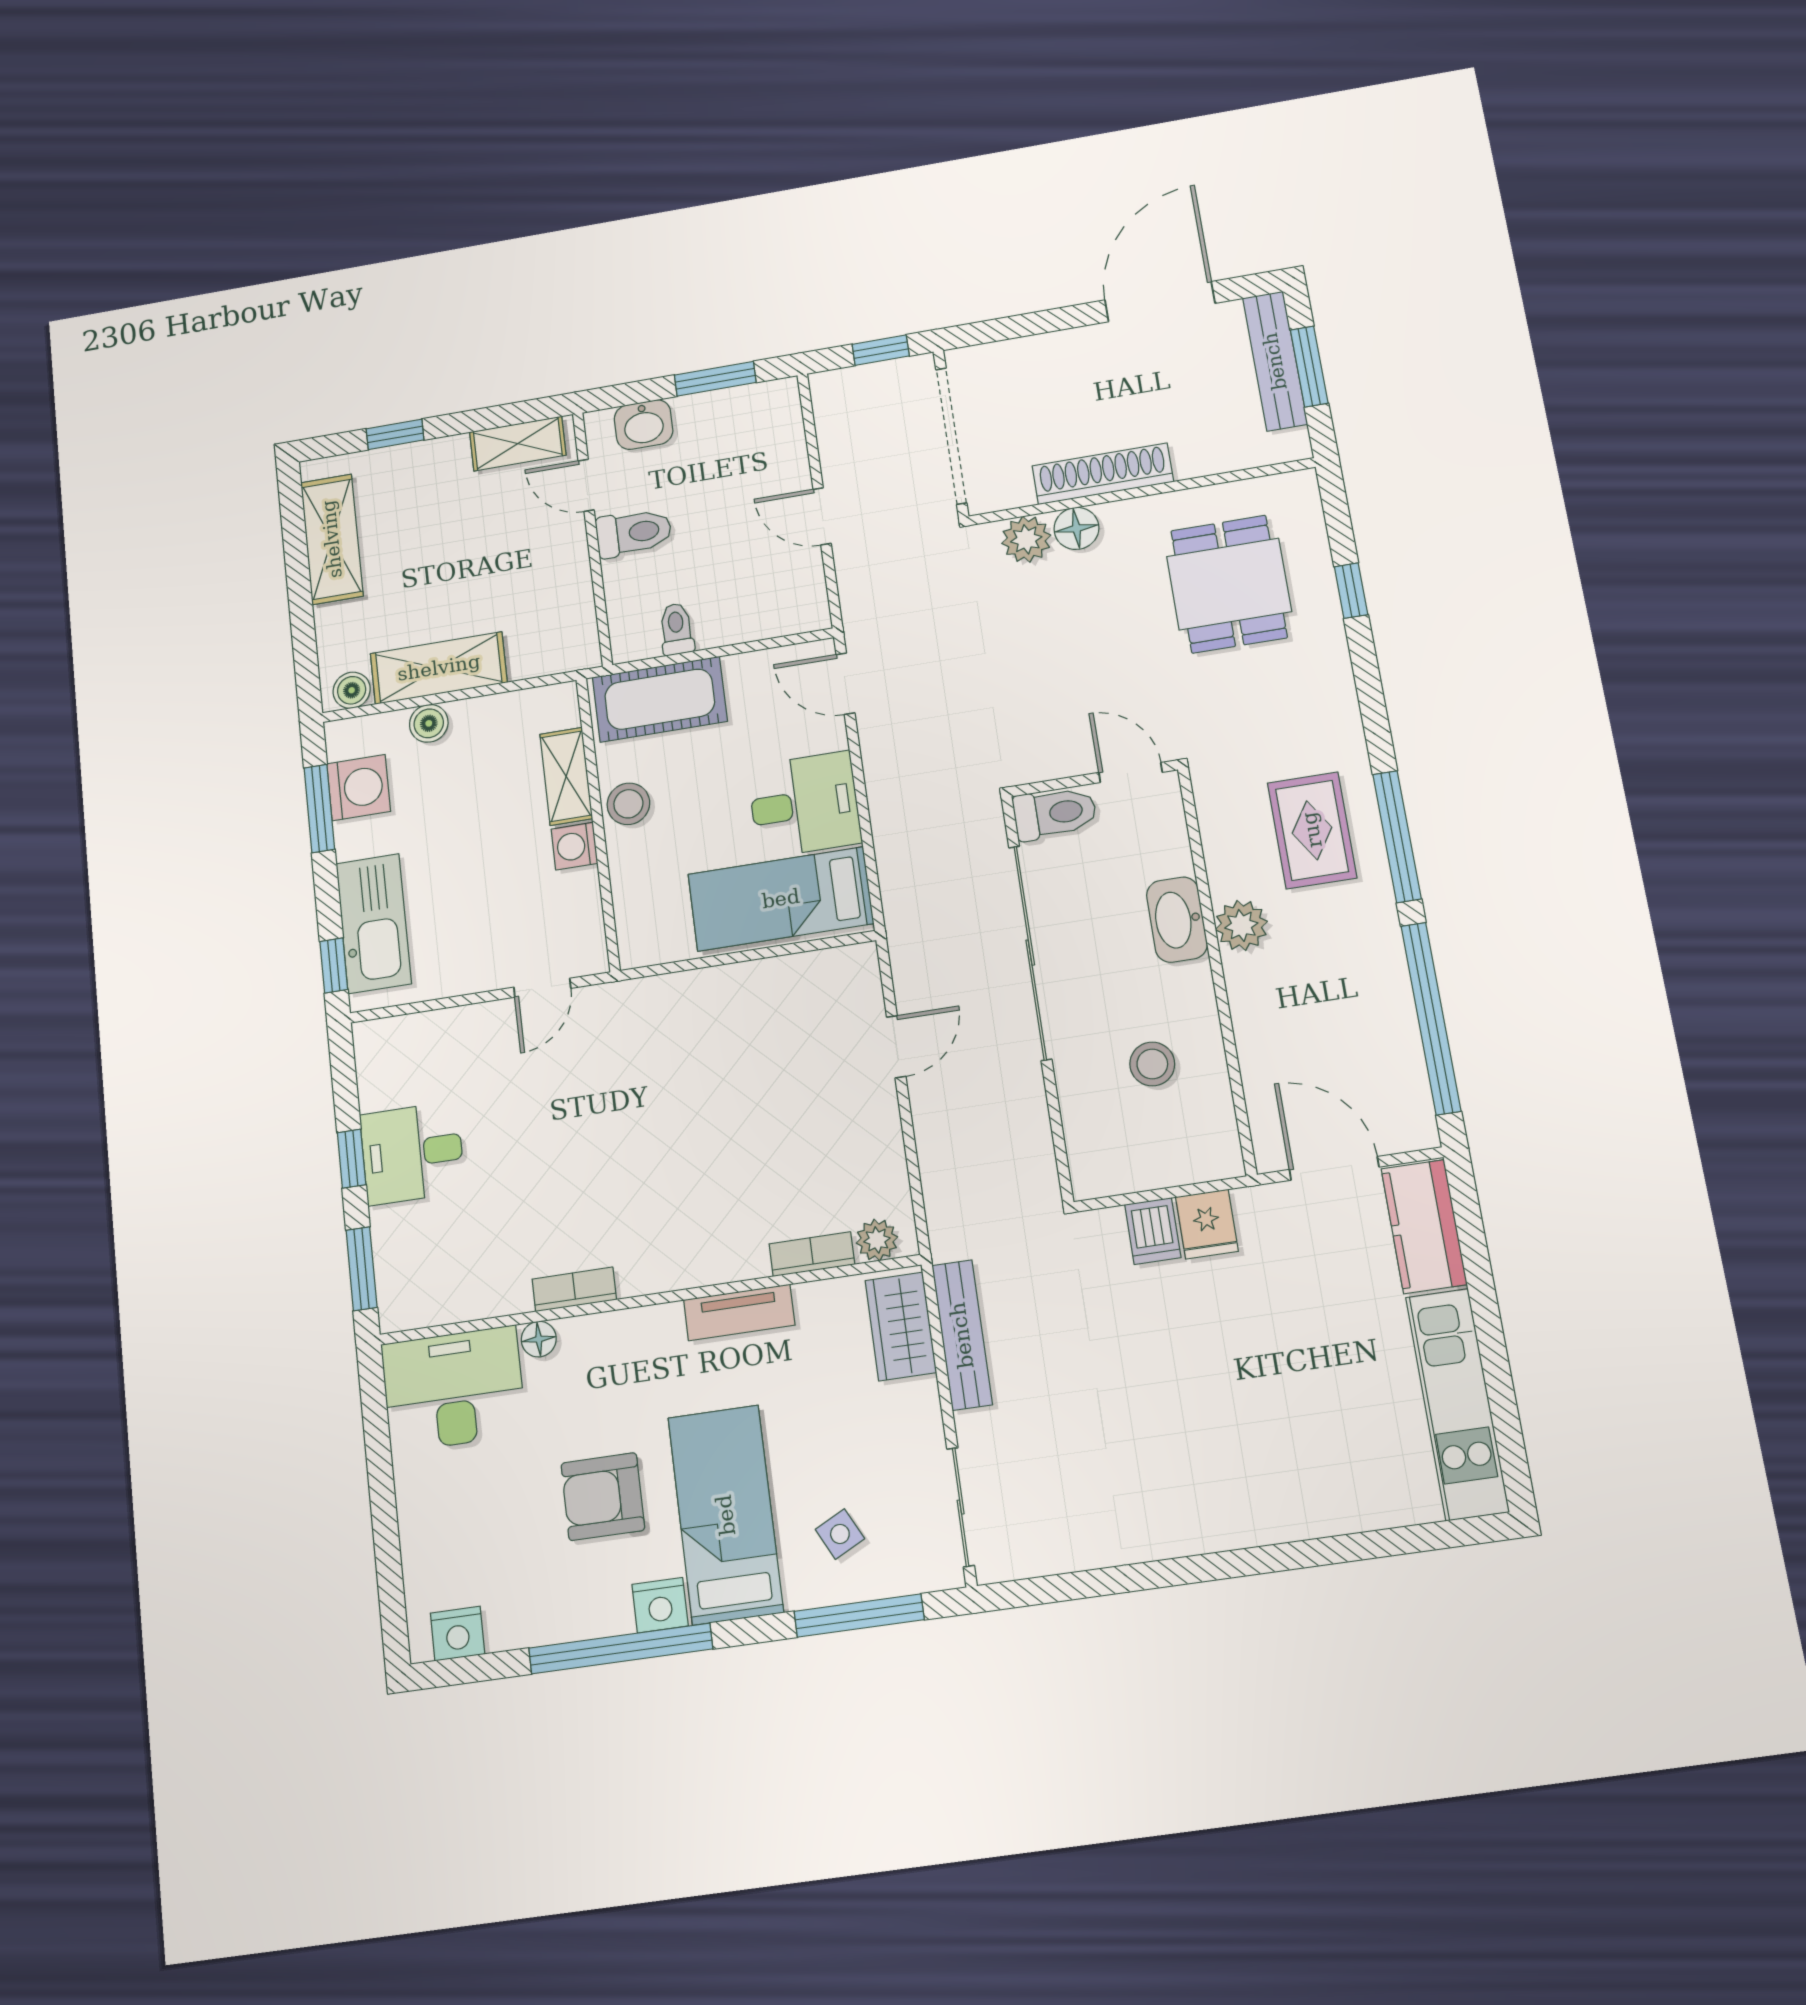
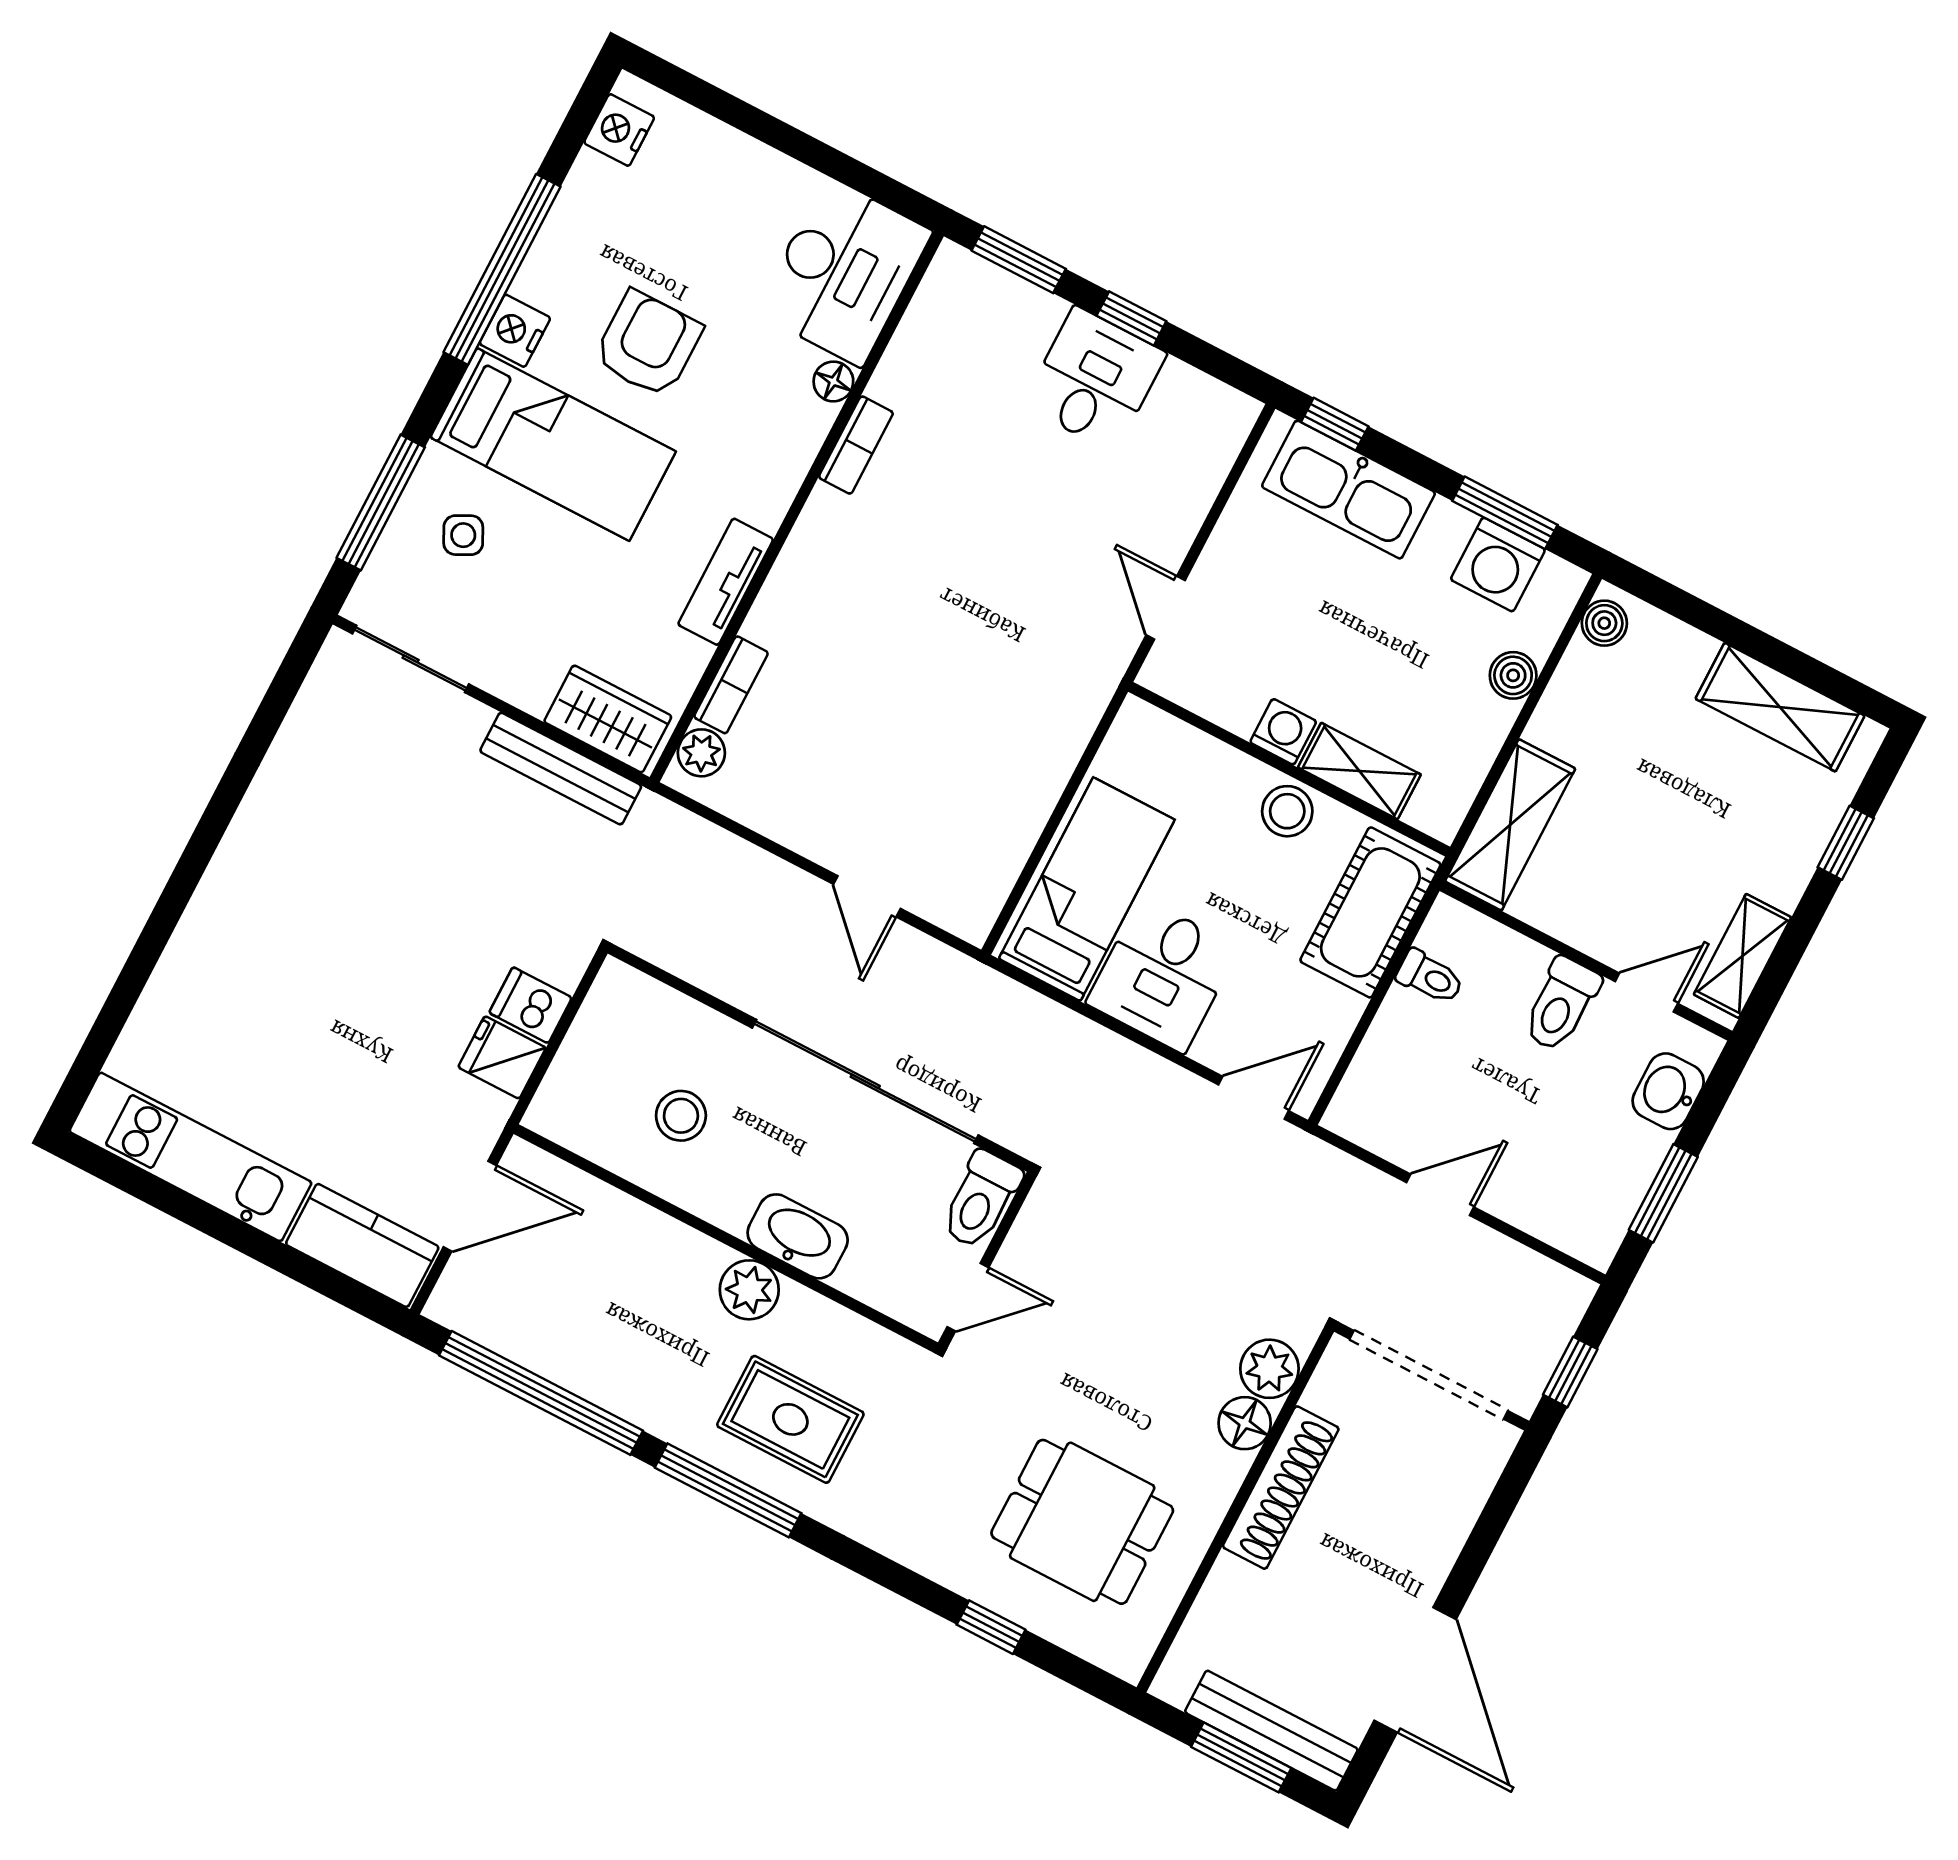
shelving: (439, 668) -> (1510, 825), moved

